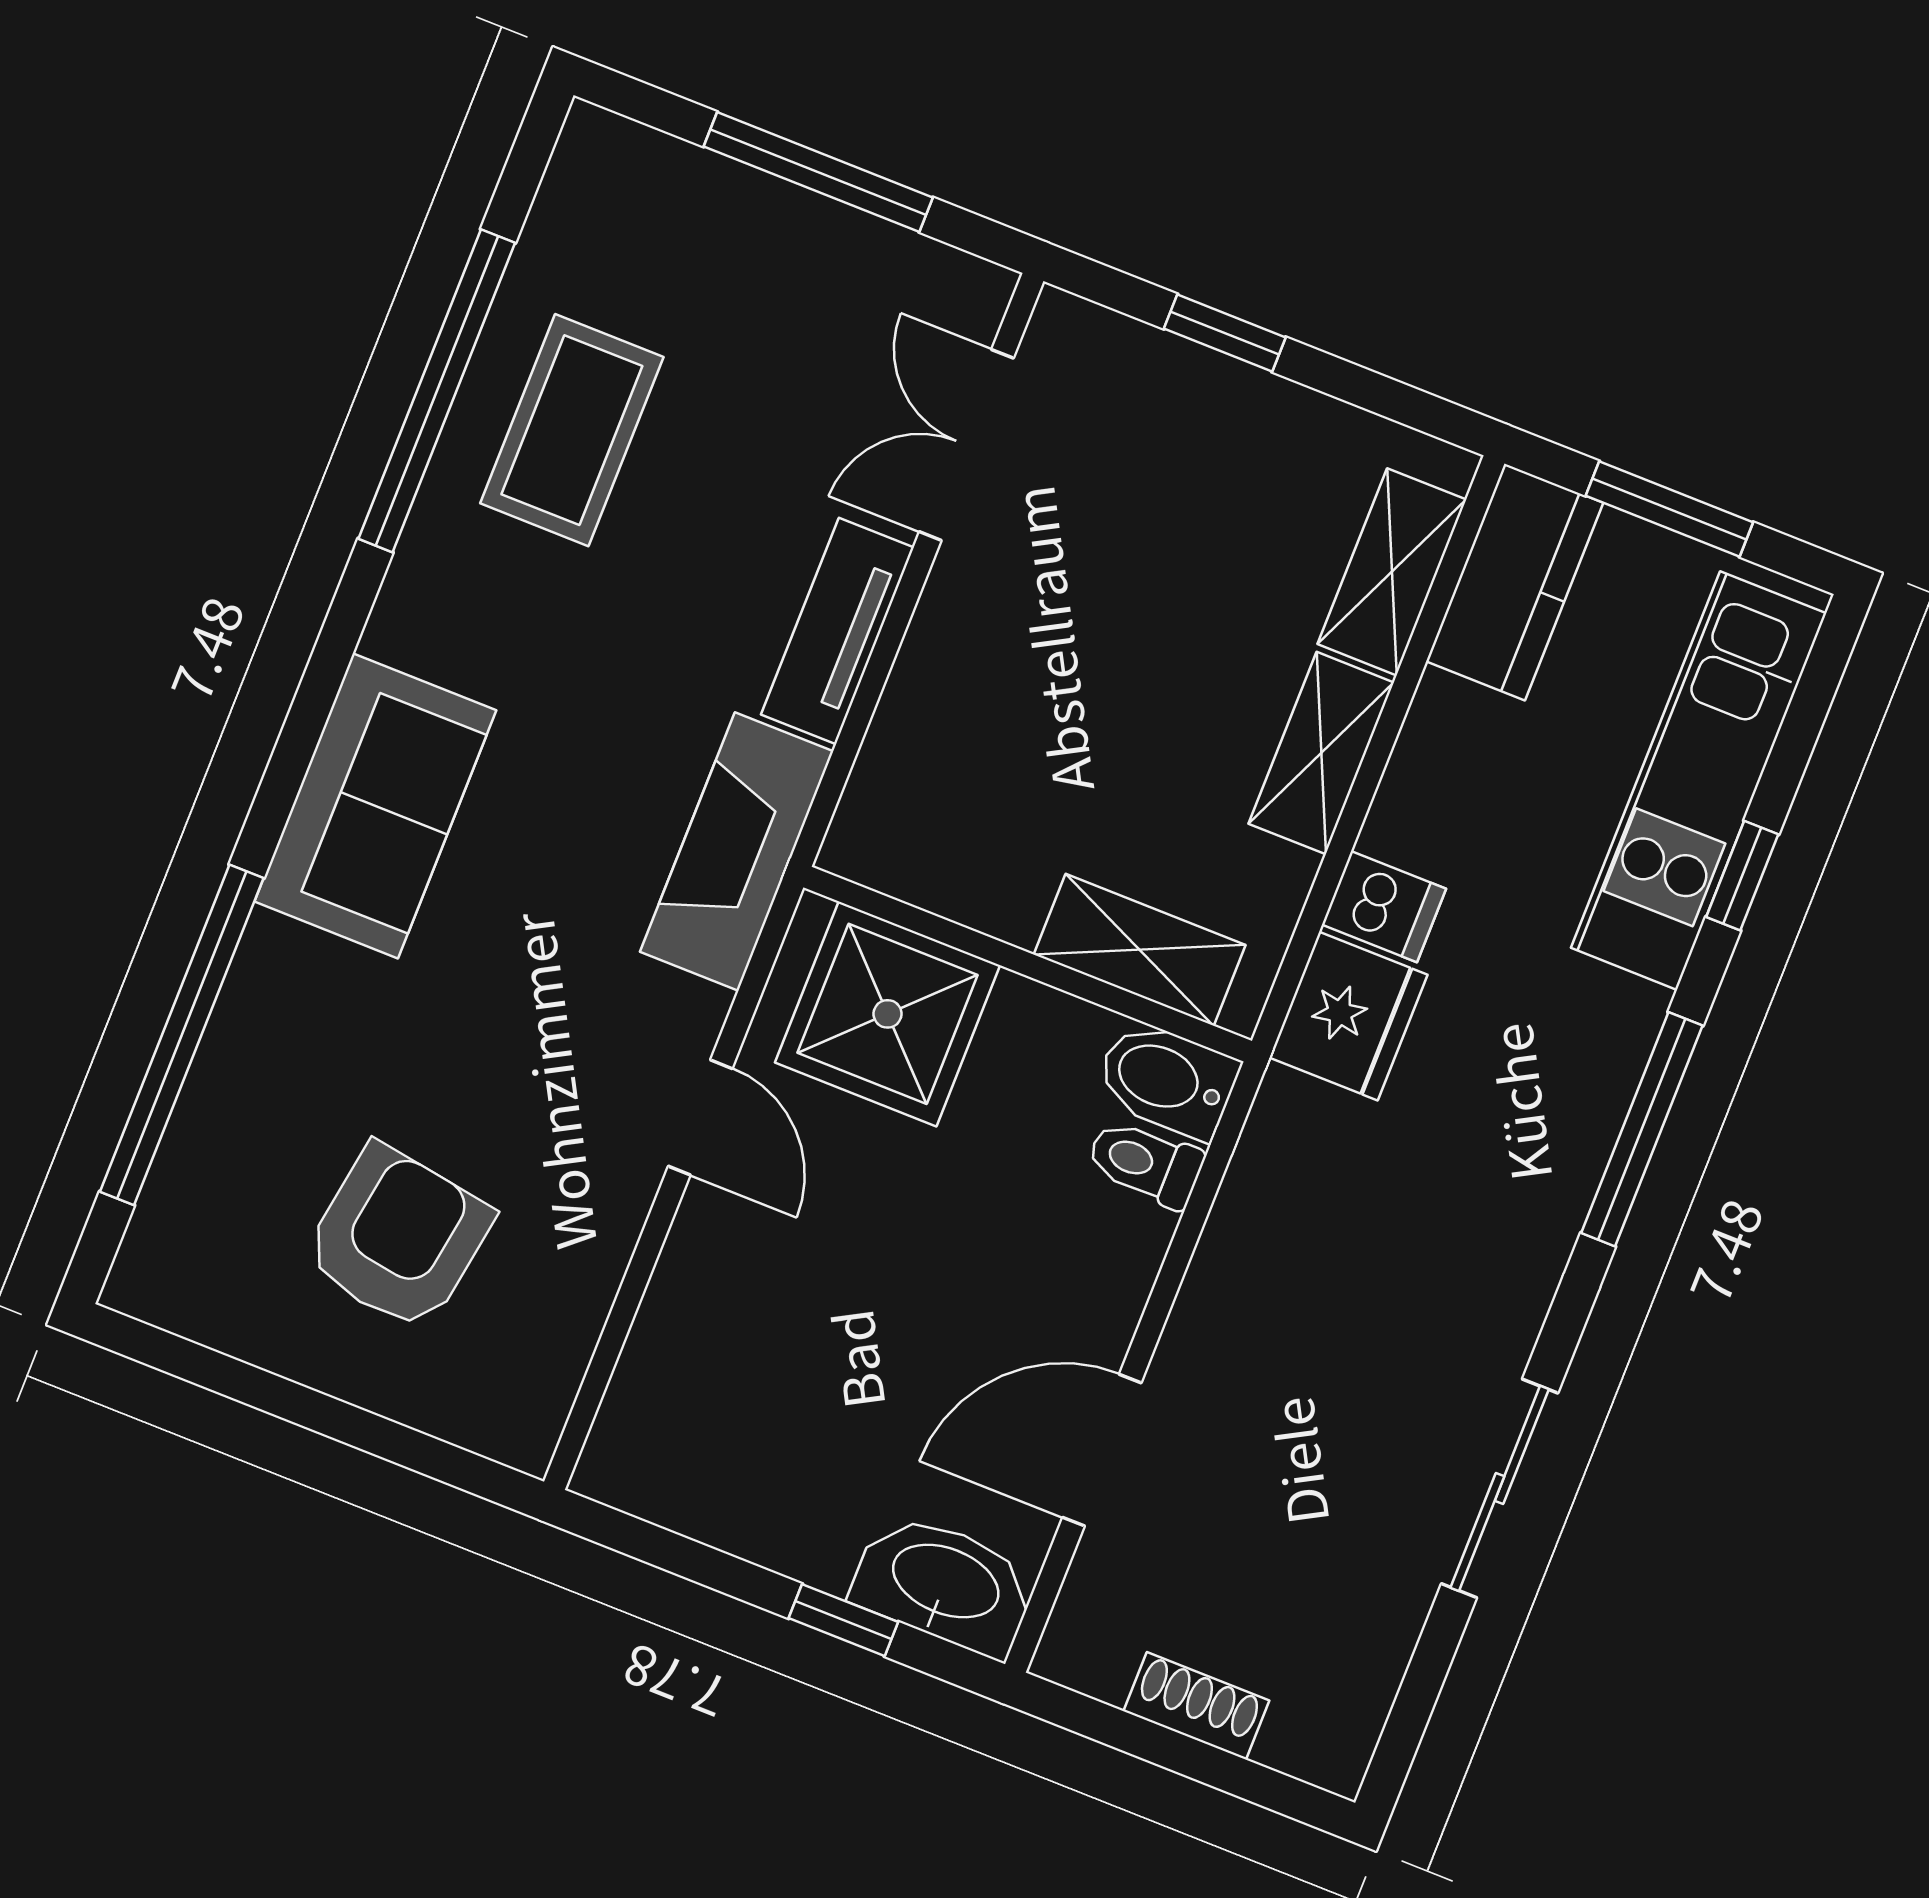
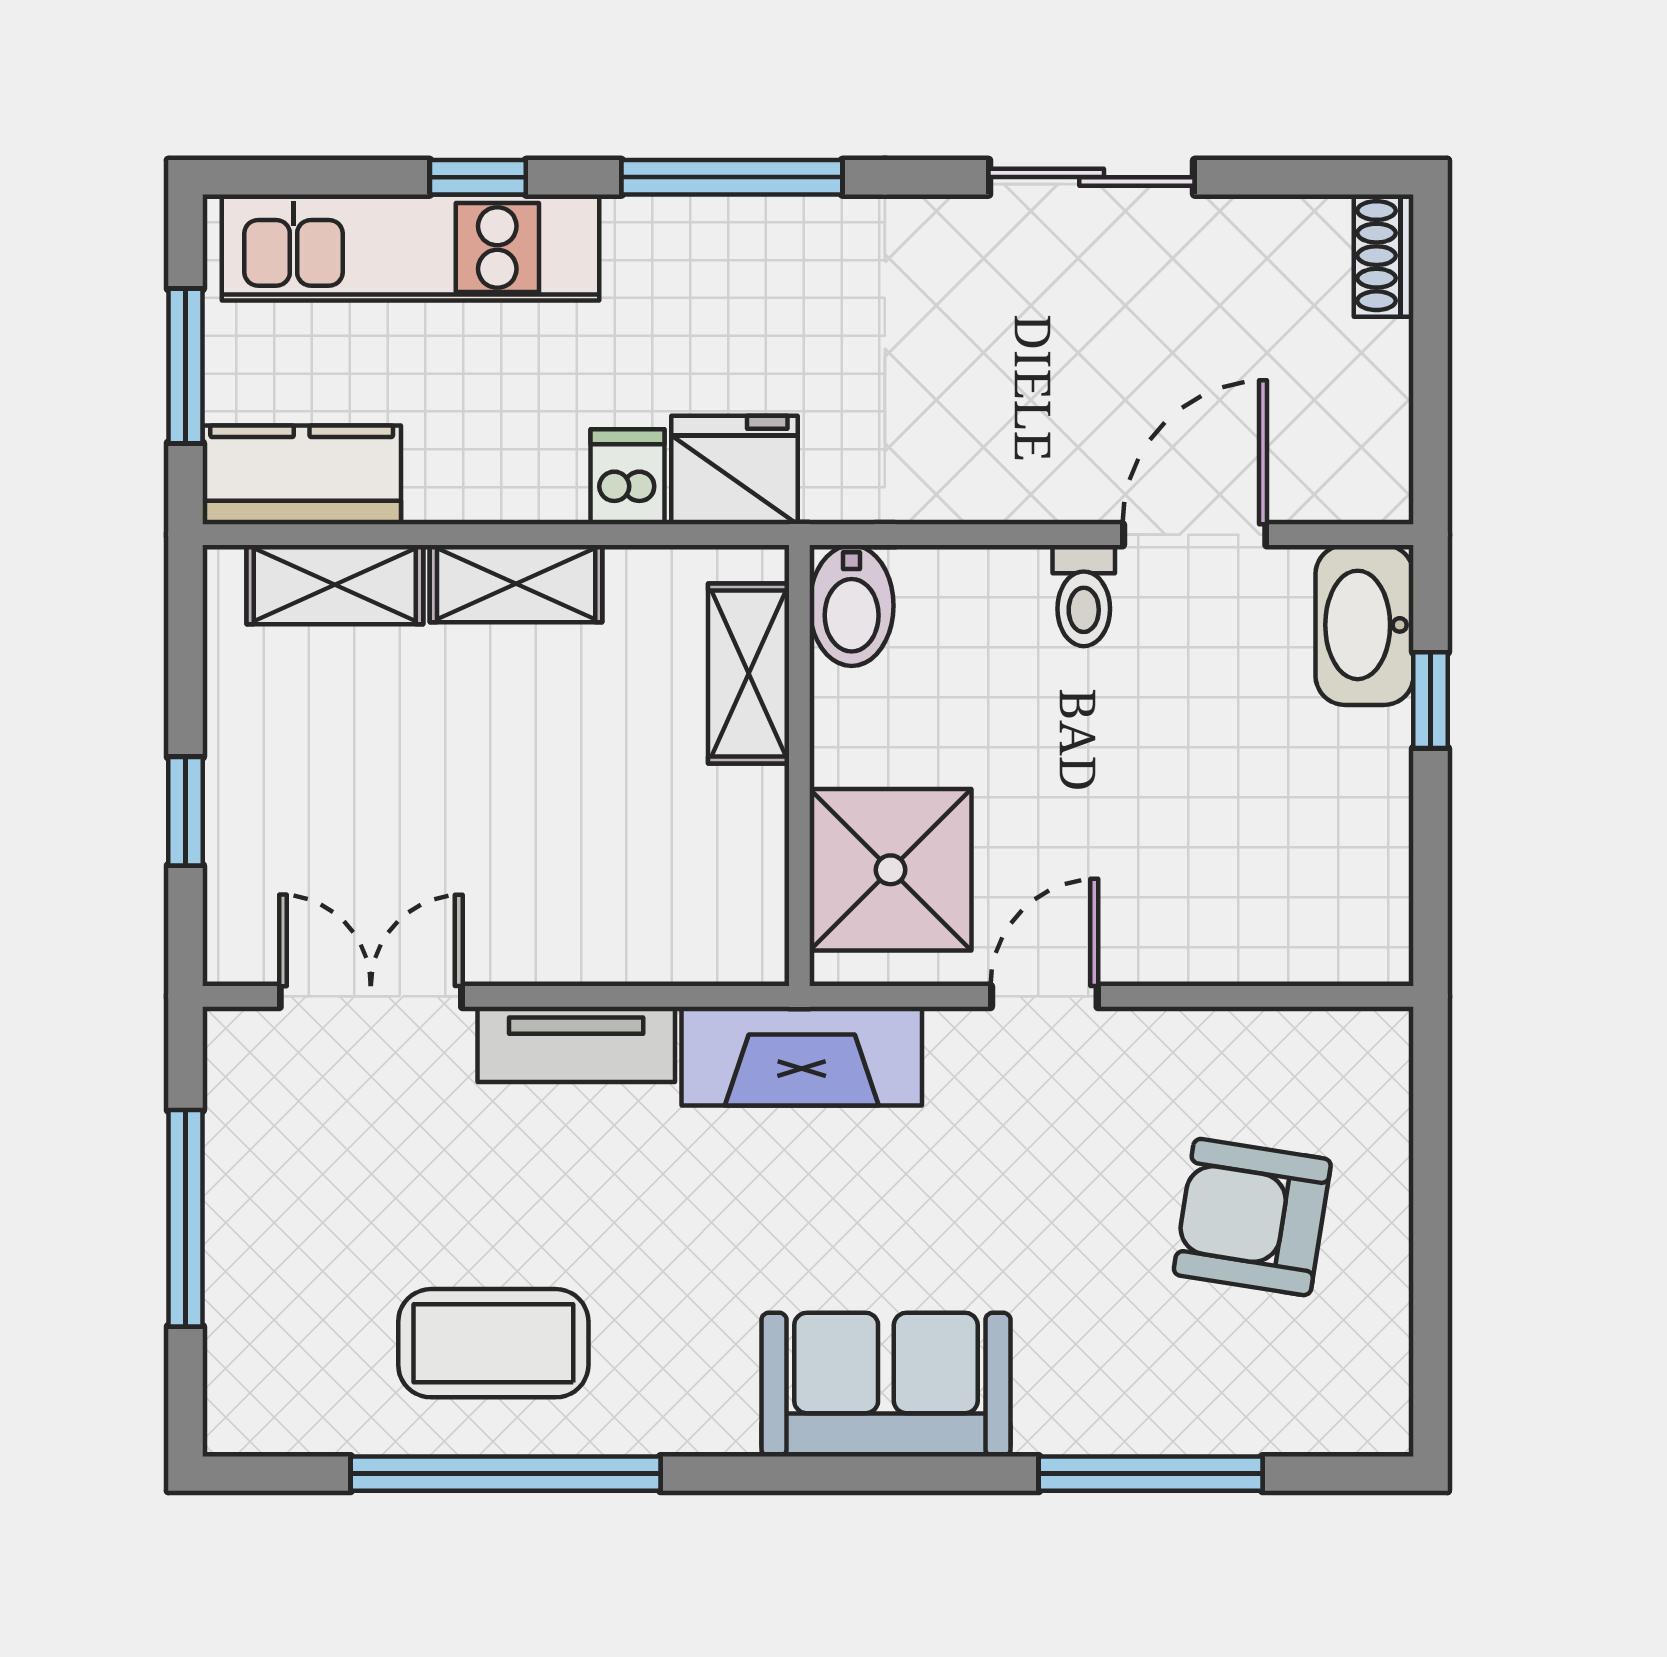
double door: (966, 445) -> (371, 996), swing flipped
window: (182, 1035) -> (1151, 1474), width x0.68
toilet: (1145, 1163) -> (1084, 596), moved
door: (1102, 1450) -> (1195, 535), swing flipped
shoe rack: (1196, 1706) -> (1384, 256), moved

